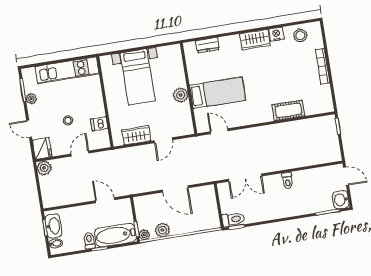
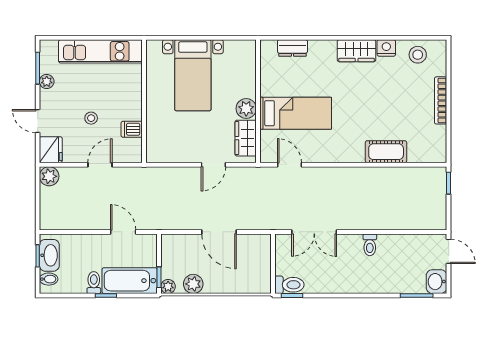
wardrobe: (136, 135) -> (246, 138), moved, turned -90

